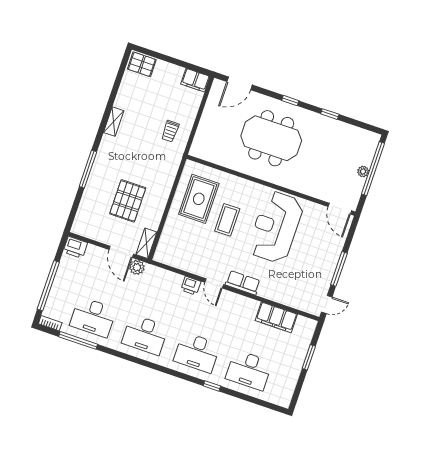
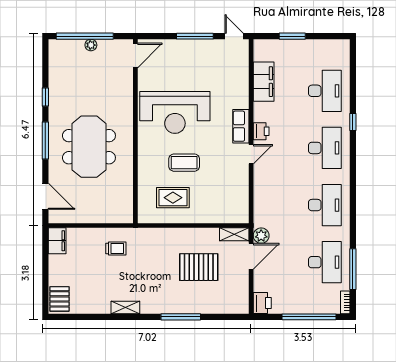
window: (290, 101) -> (45, 141), width x2.17
rug: (199, 199) -> (173, 198), width x0.73, depth x0.70
printer: (191, 286) -> (261, 131), moved

